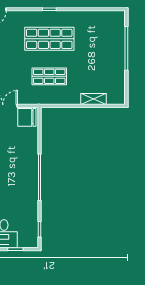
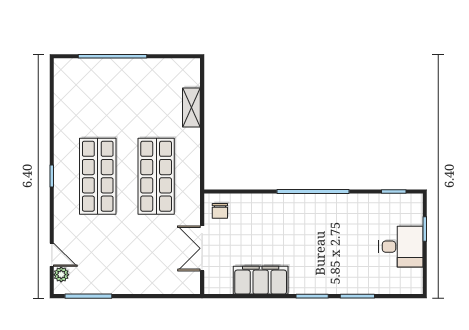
shop shelf: (49, 76) -> (156, 176), width x1.43, depth x1.36
chair: (27, 117) -> (220, 211), width x0.54, depth x0.54

